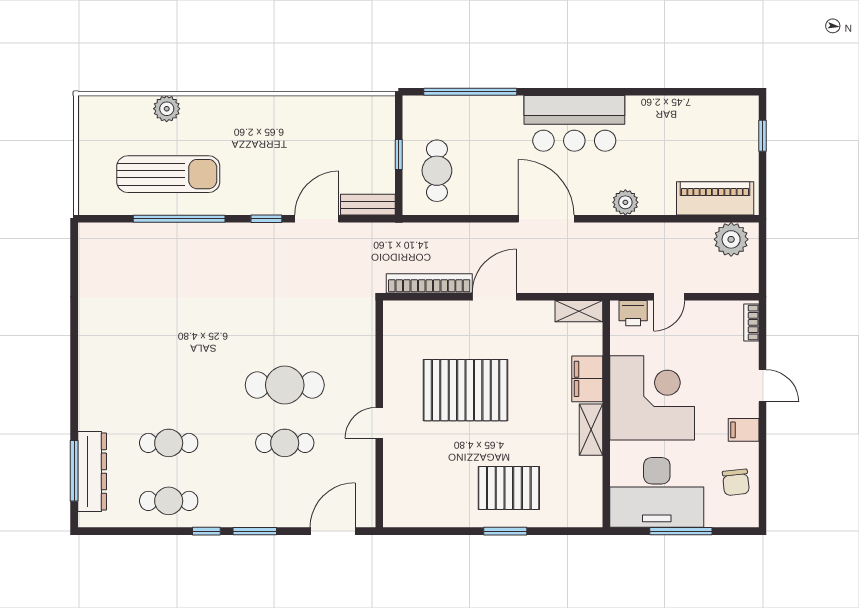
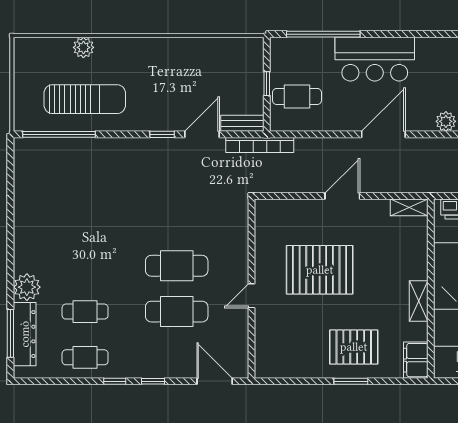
bar counter: (574, 123) -> (375, 59), moved
cafe table: (437, 171) -> (297, 96), turned 90
window: (179, 219) -> (59, 134), moved
door: (546, 219) -> (383, 134), hinge flipped
bookcase: (429, 283) -> (260, 145), moved, turned 180
filing cabinet: (587, 379) -> (416, 360), moved
plant: (95, 412) -> (27, 287), added
cafe table: (285, 443) -> (177, 312), width x1.37, depth x1.35
window: (255, 531) -> (153, 381), width x0.67
door: (333, 531) -> (215, 381), hinge flipped

